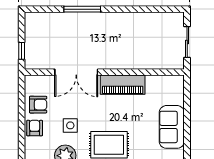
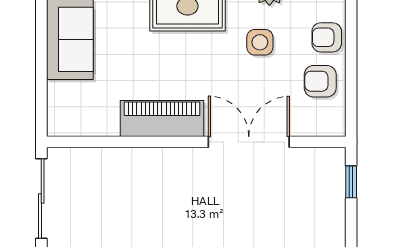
sliding door: (187, 42) -> (41, 199), width x1.37
armchair: (35, 128) -> (327, 37), turned 90

